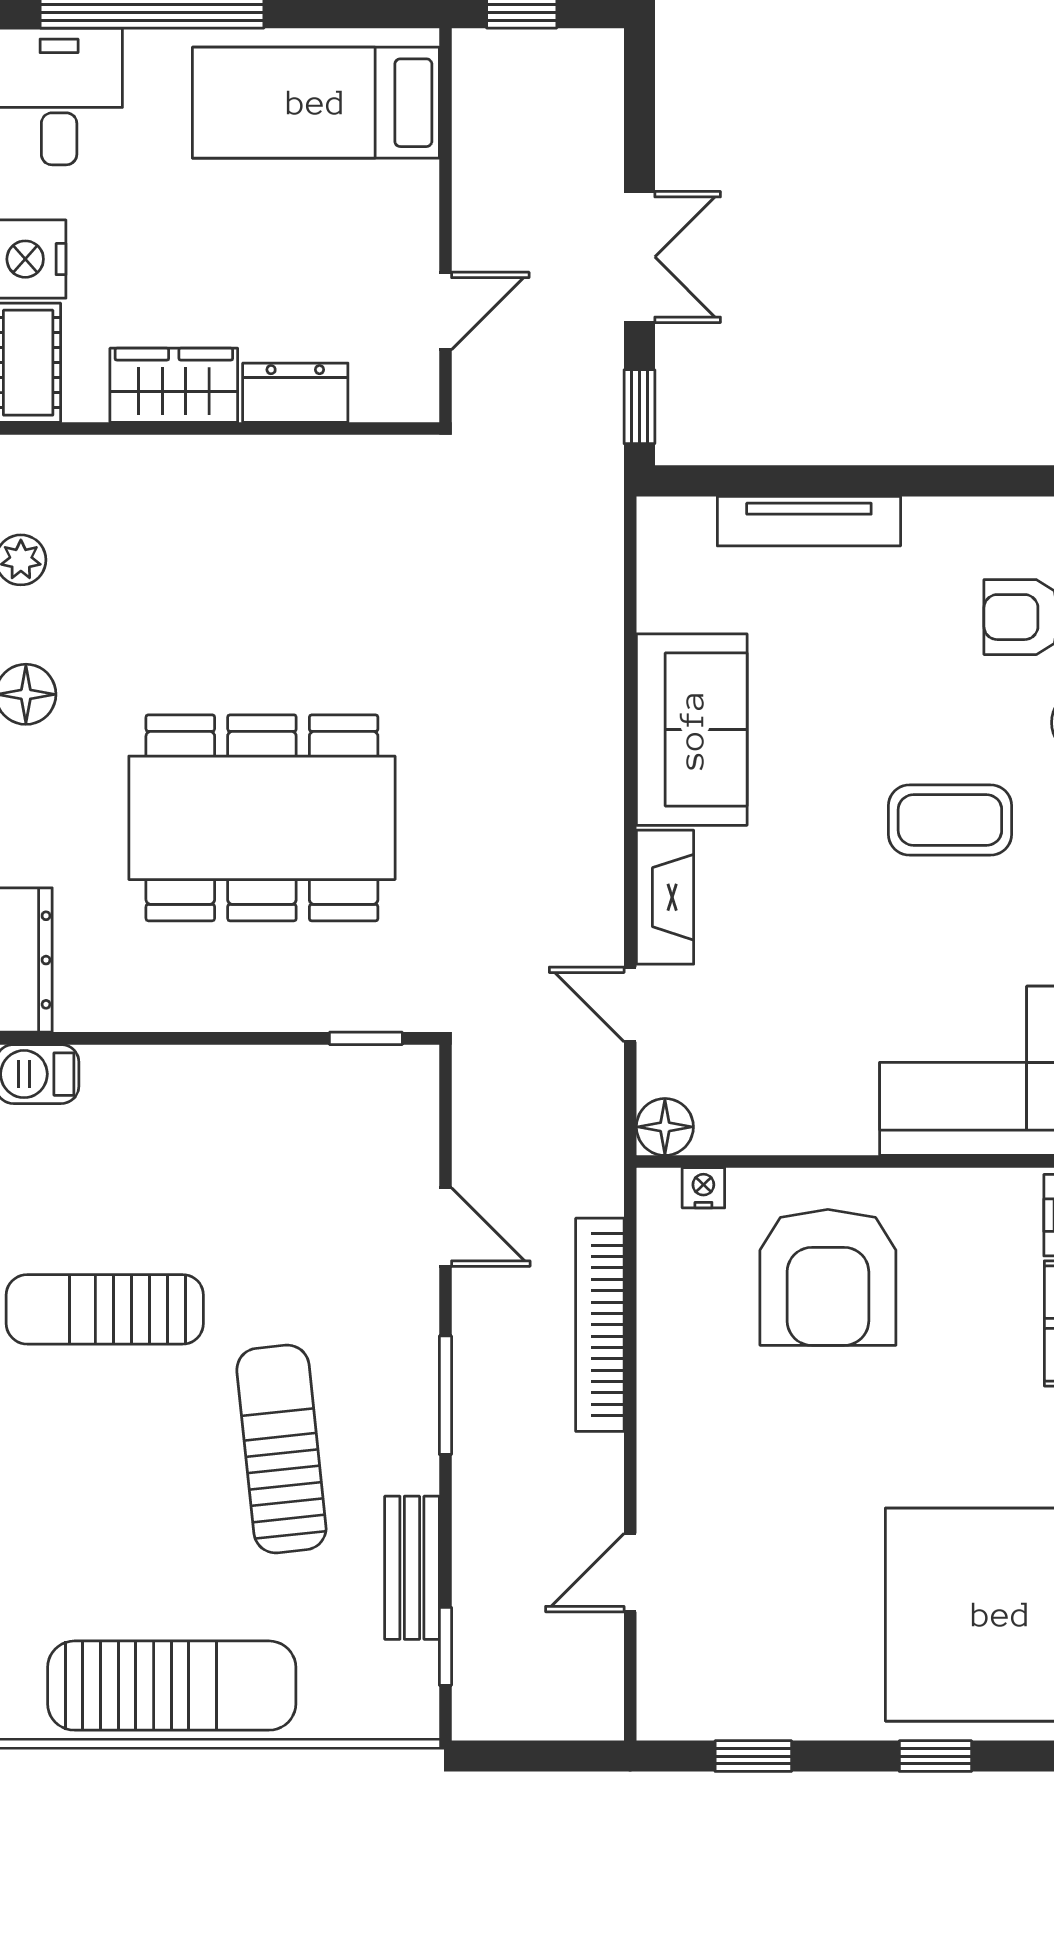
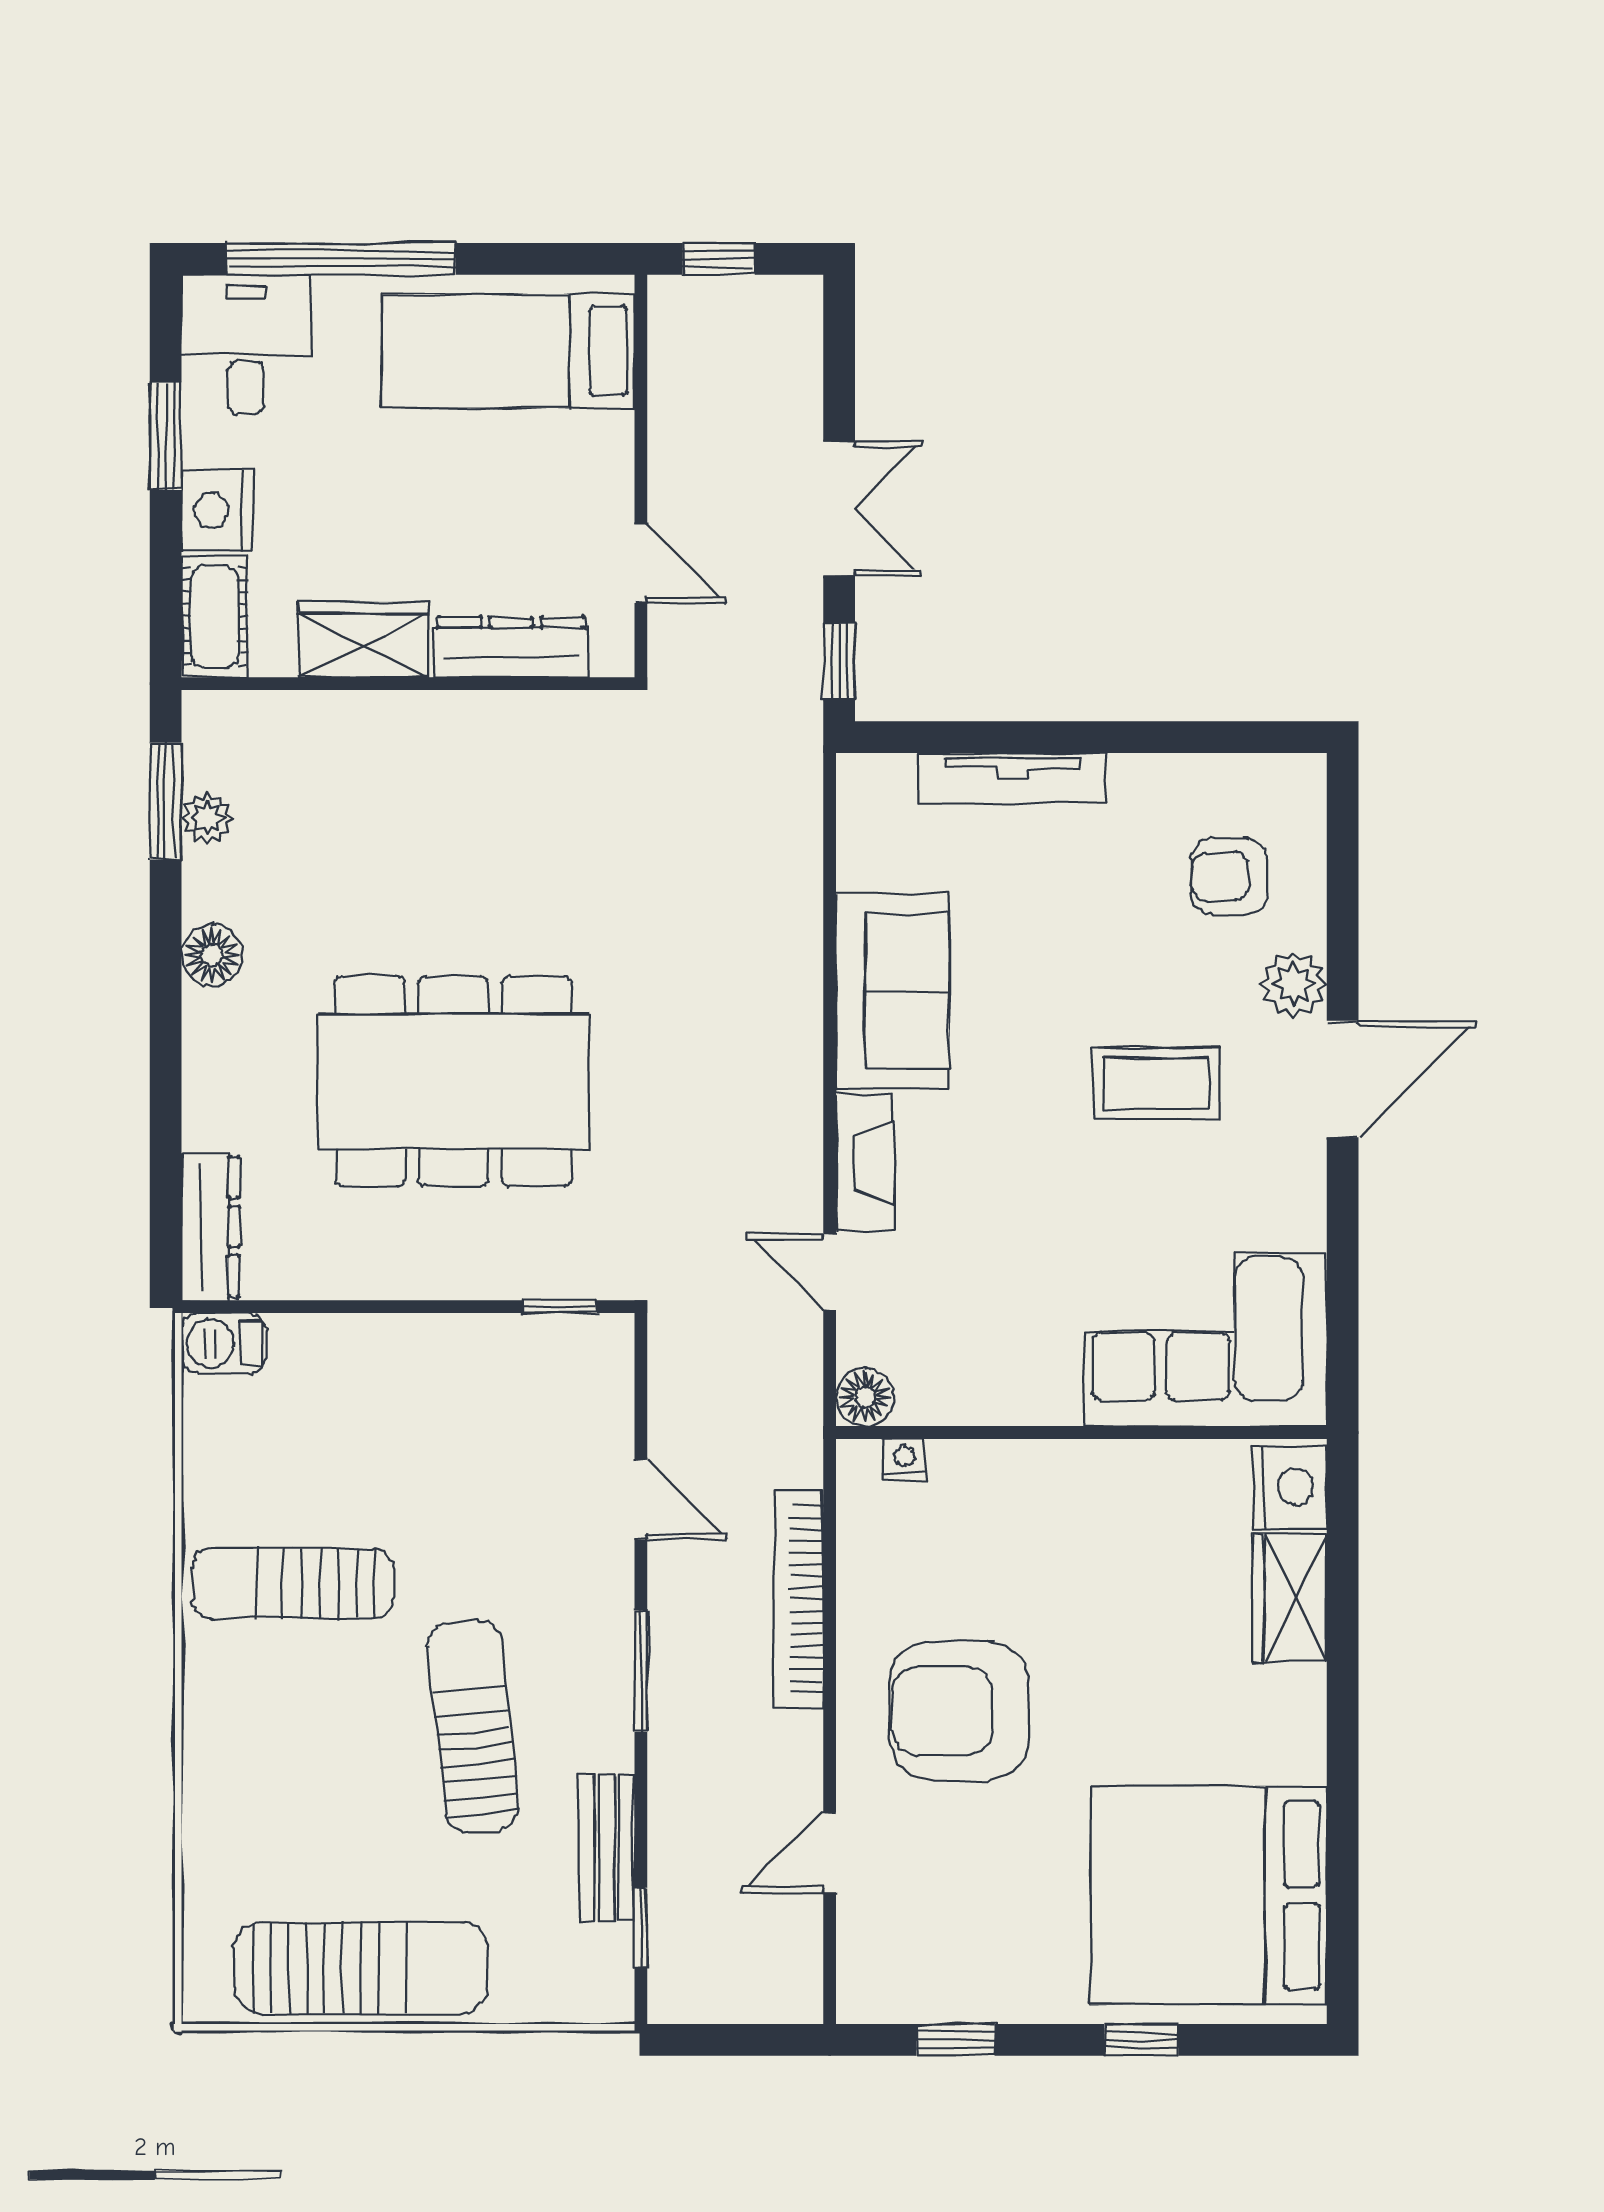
door: (445, 311) -> (641, 563), hinge flipped
dresser: (295, 393) -> (511, 647), width x1.44
armchair: (828, 1277) -> (959, 1711), moved, turned 90

